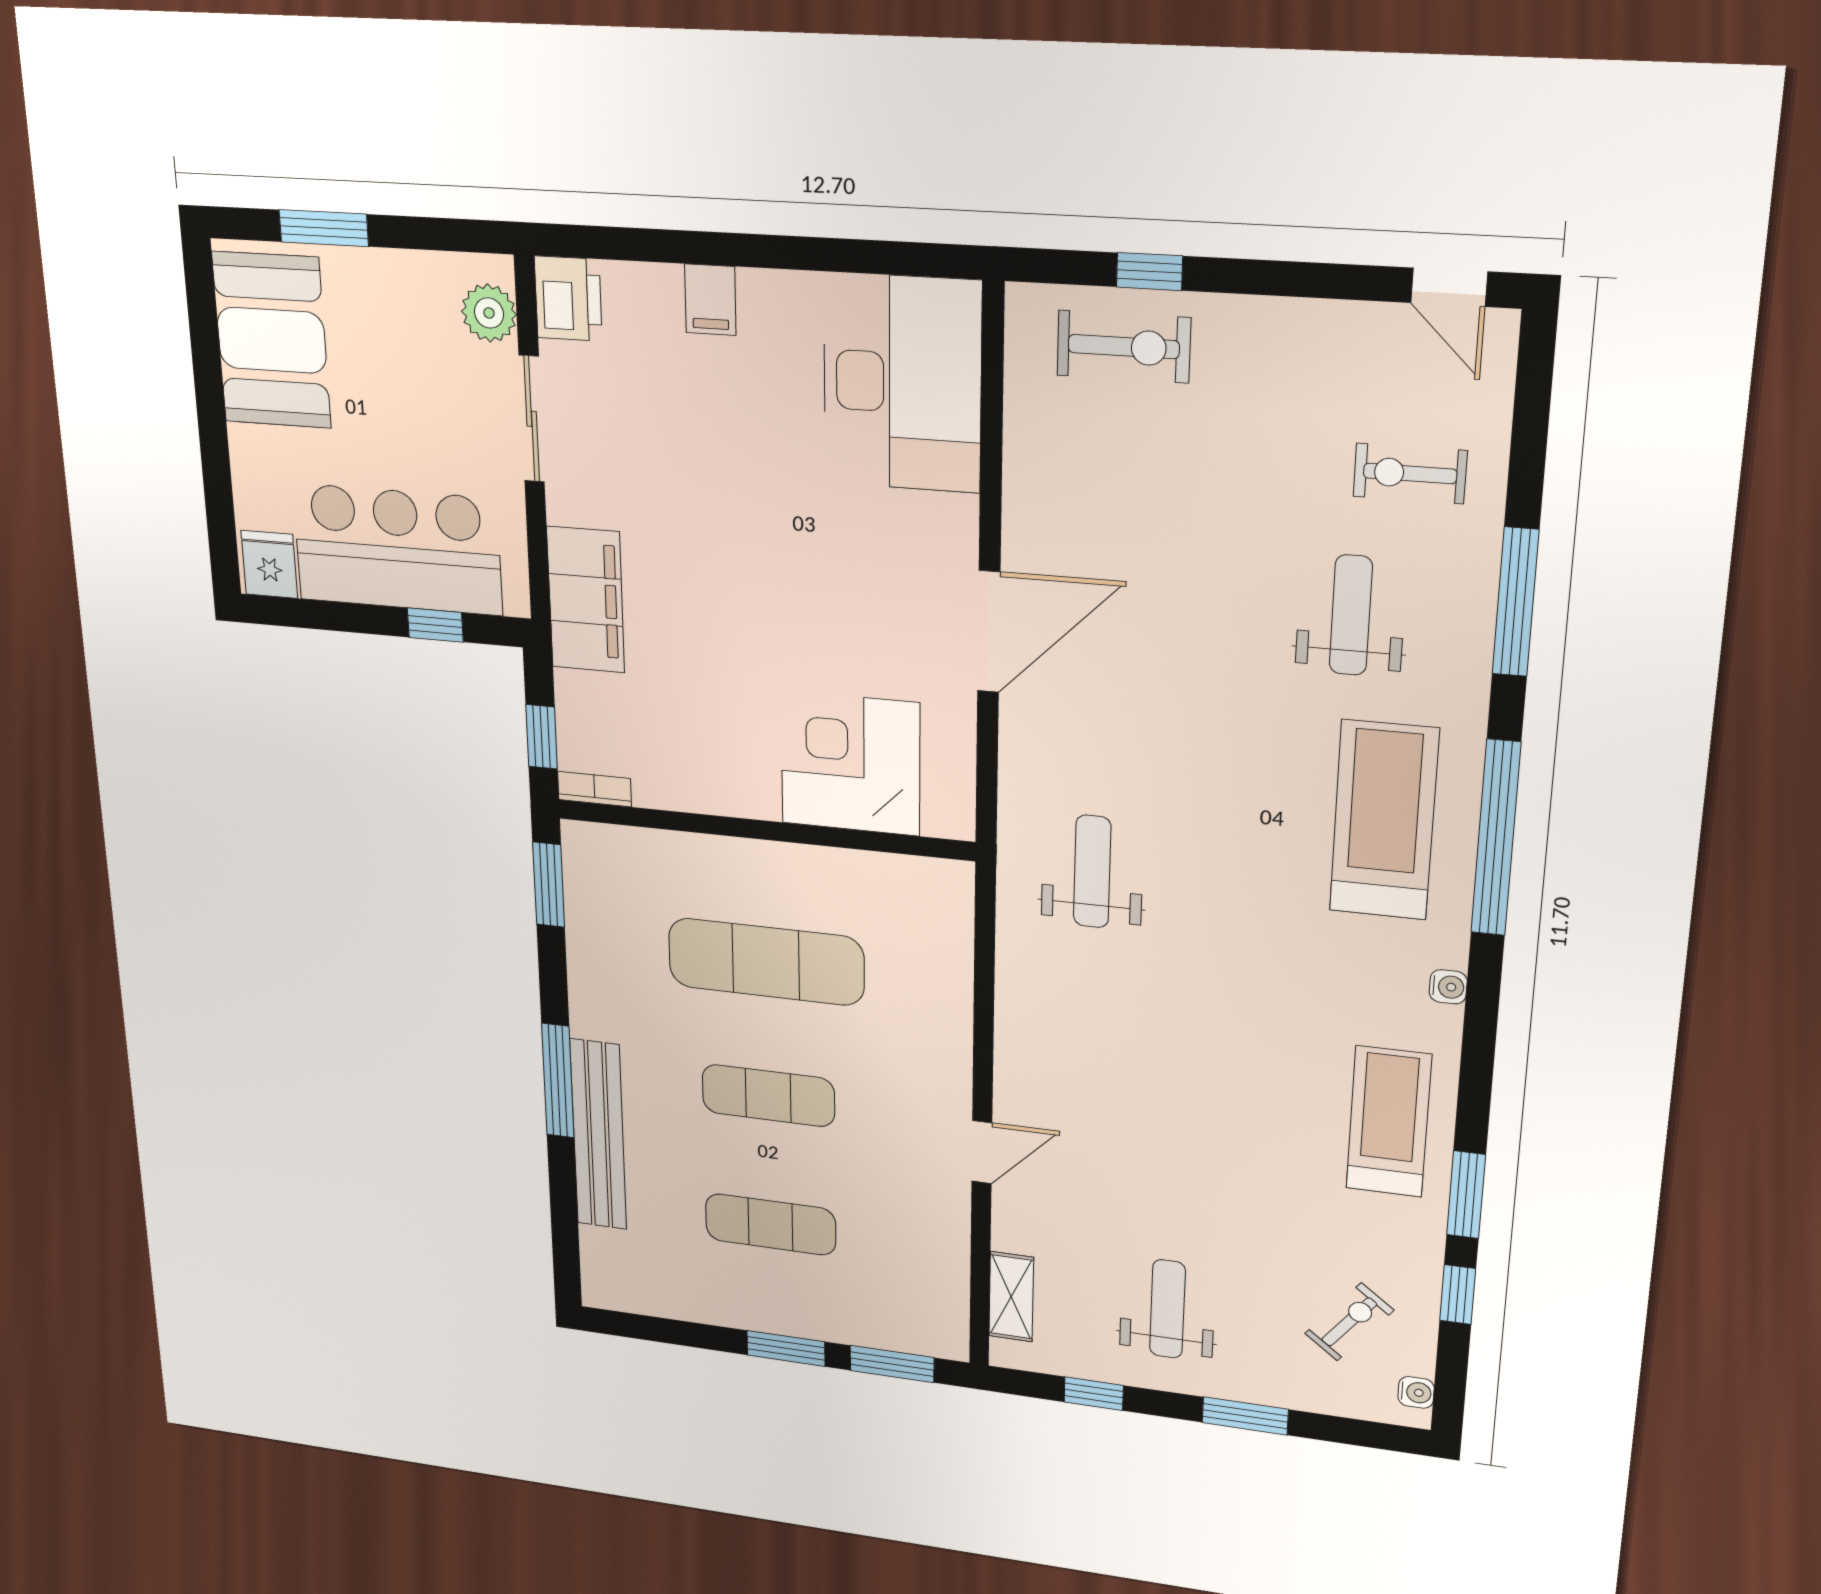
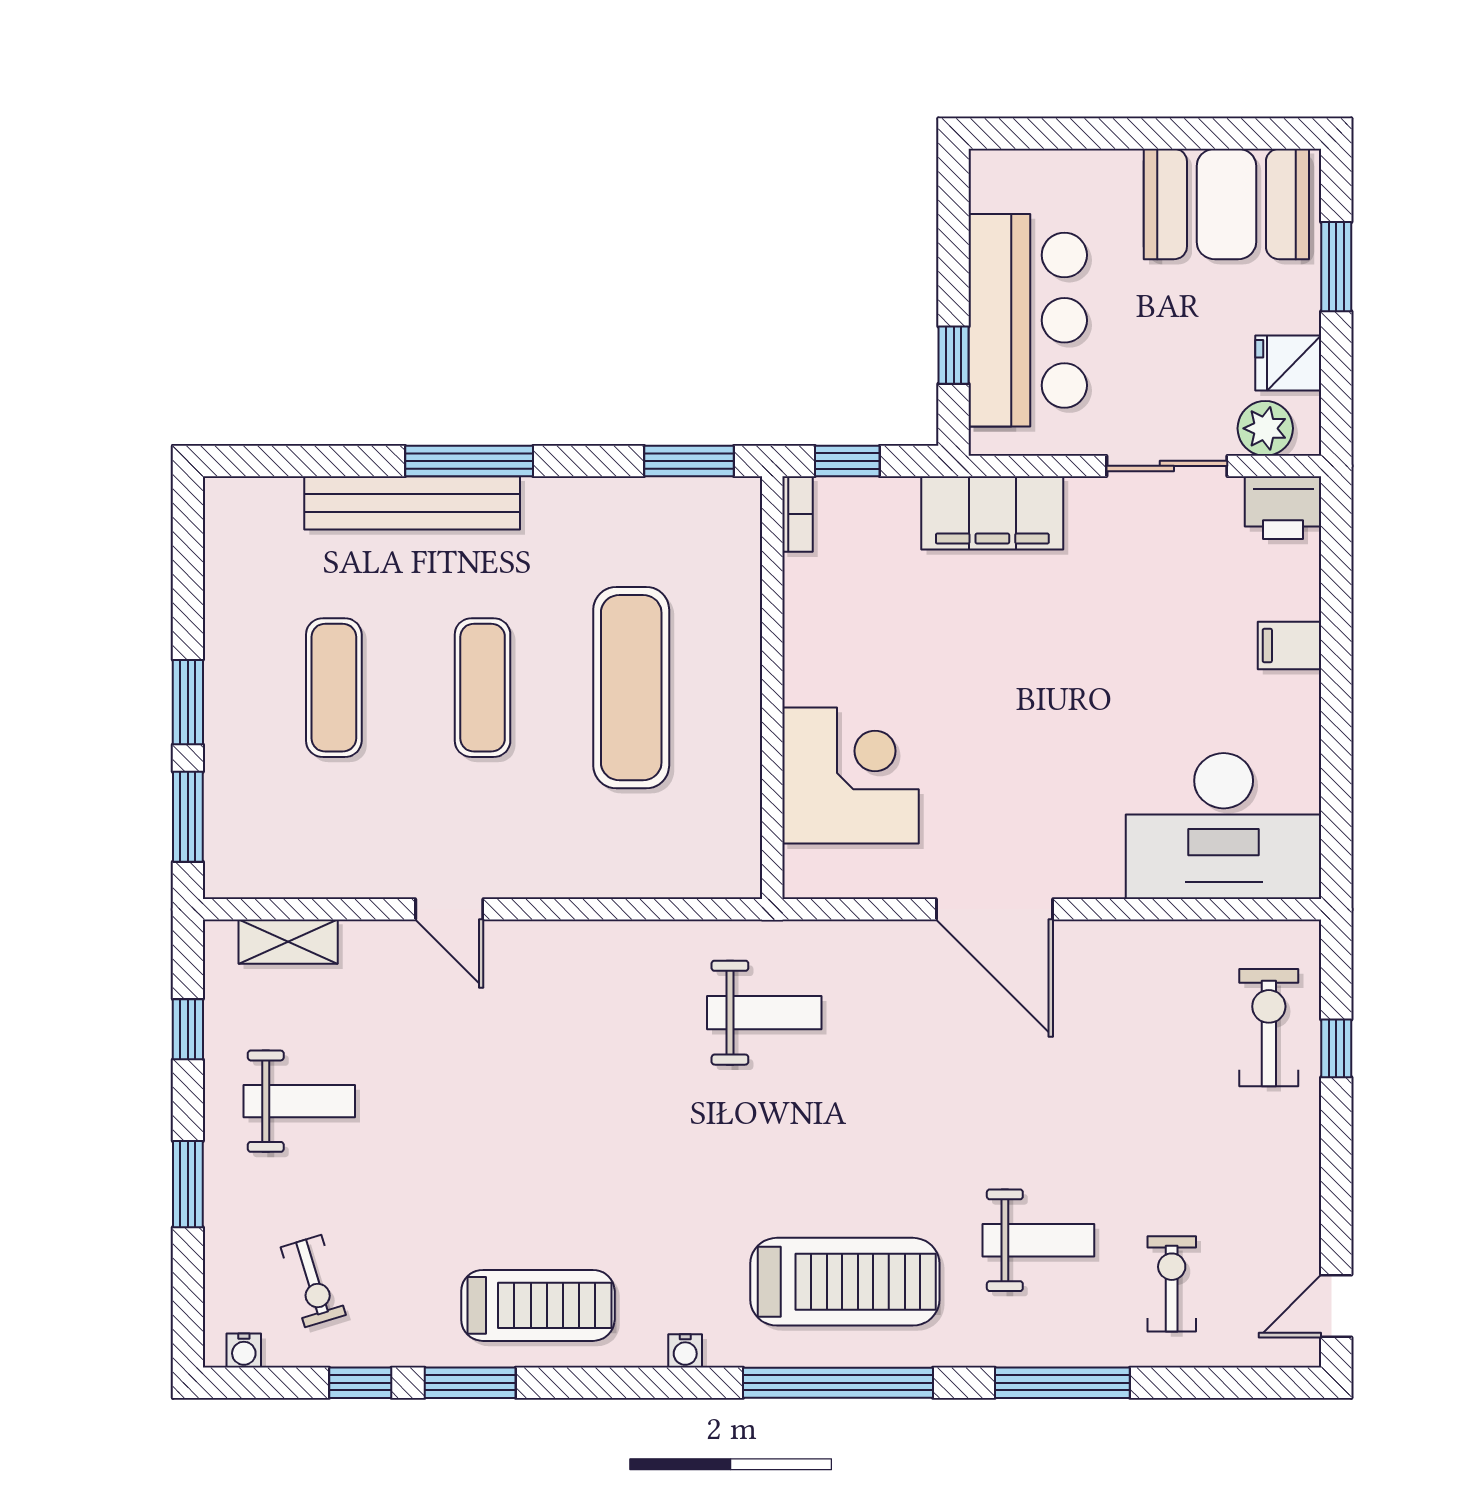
exercise bike: (1124, 347) -> (1269, 1028), turned 180
fridge: (269, 564) -> (1288, 363), moved, turned 180
exercise bike: (1349, 1322) -> (313, 1281), turned 35

